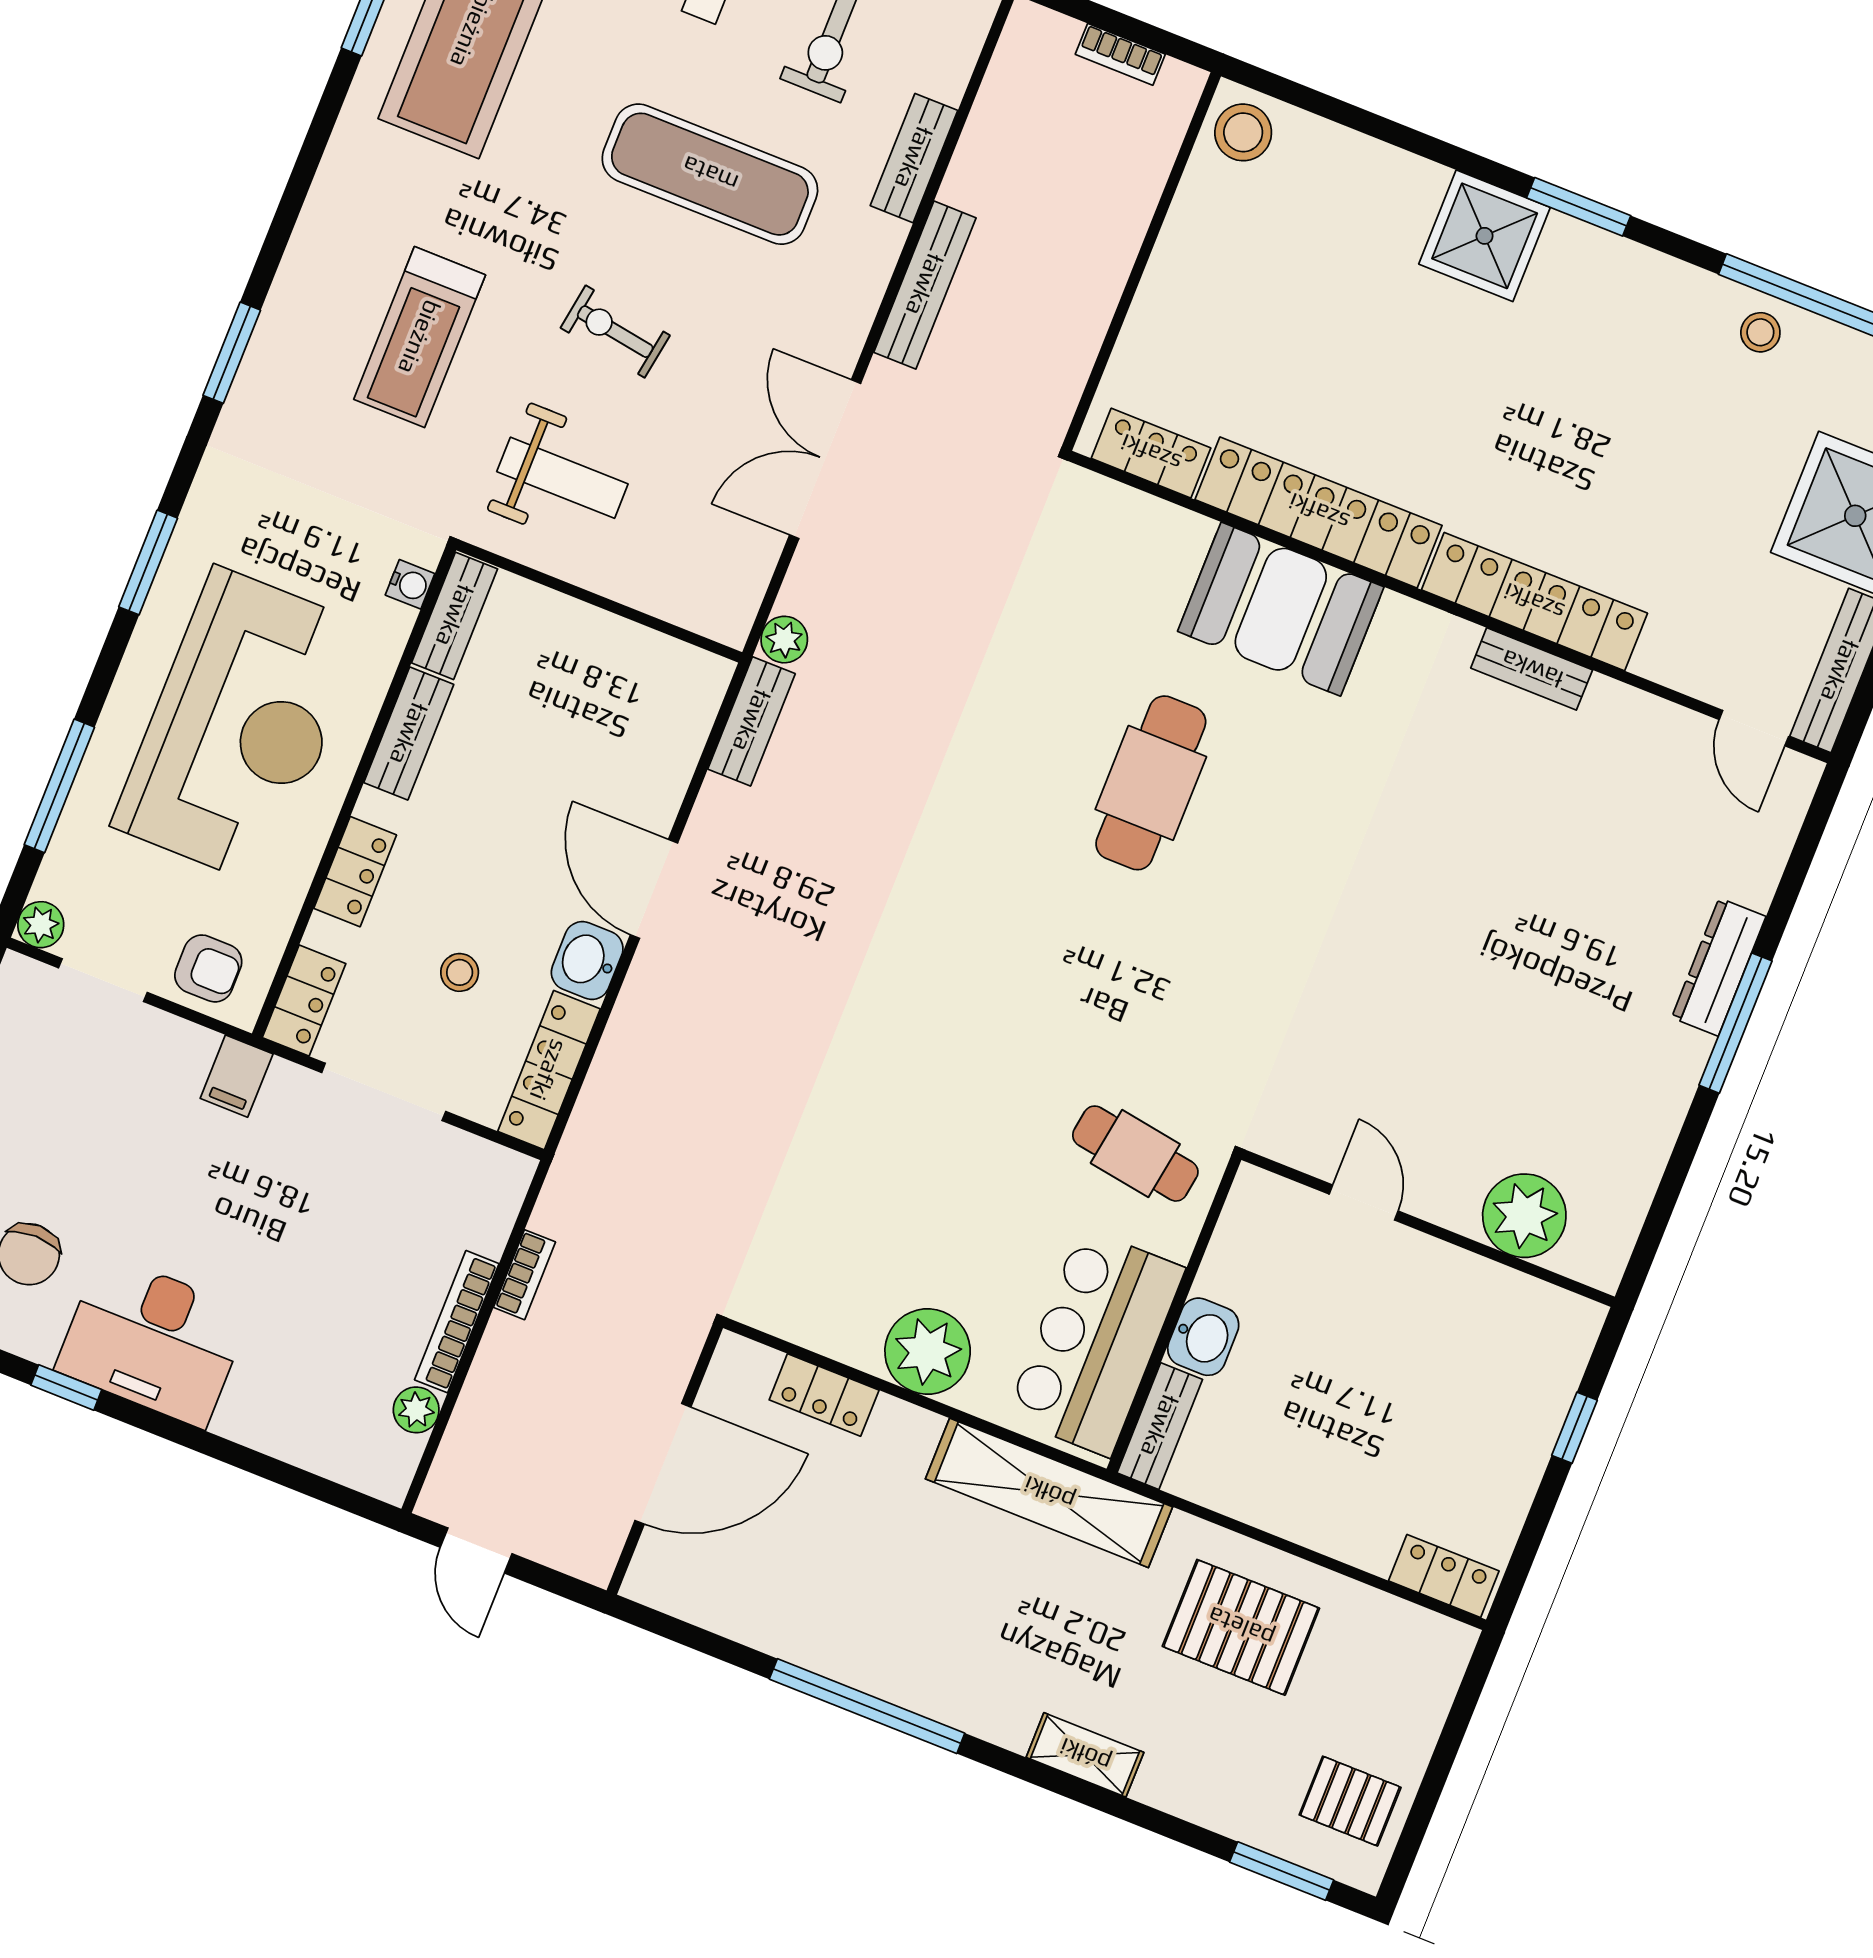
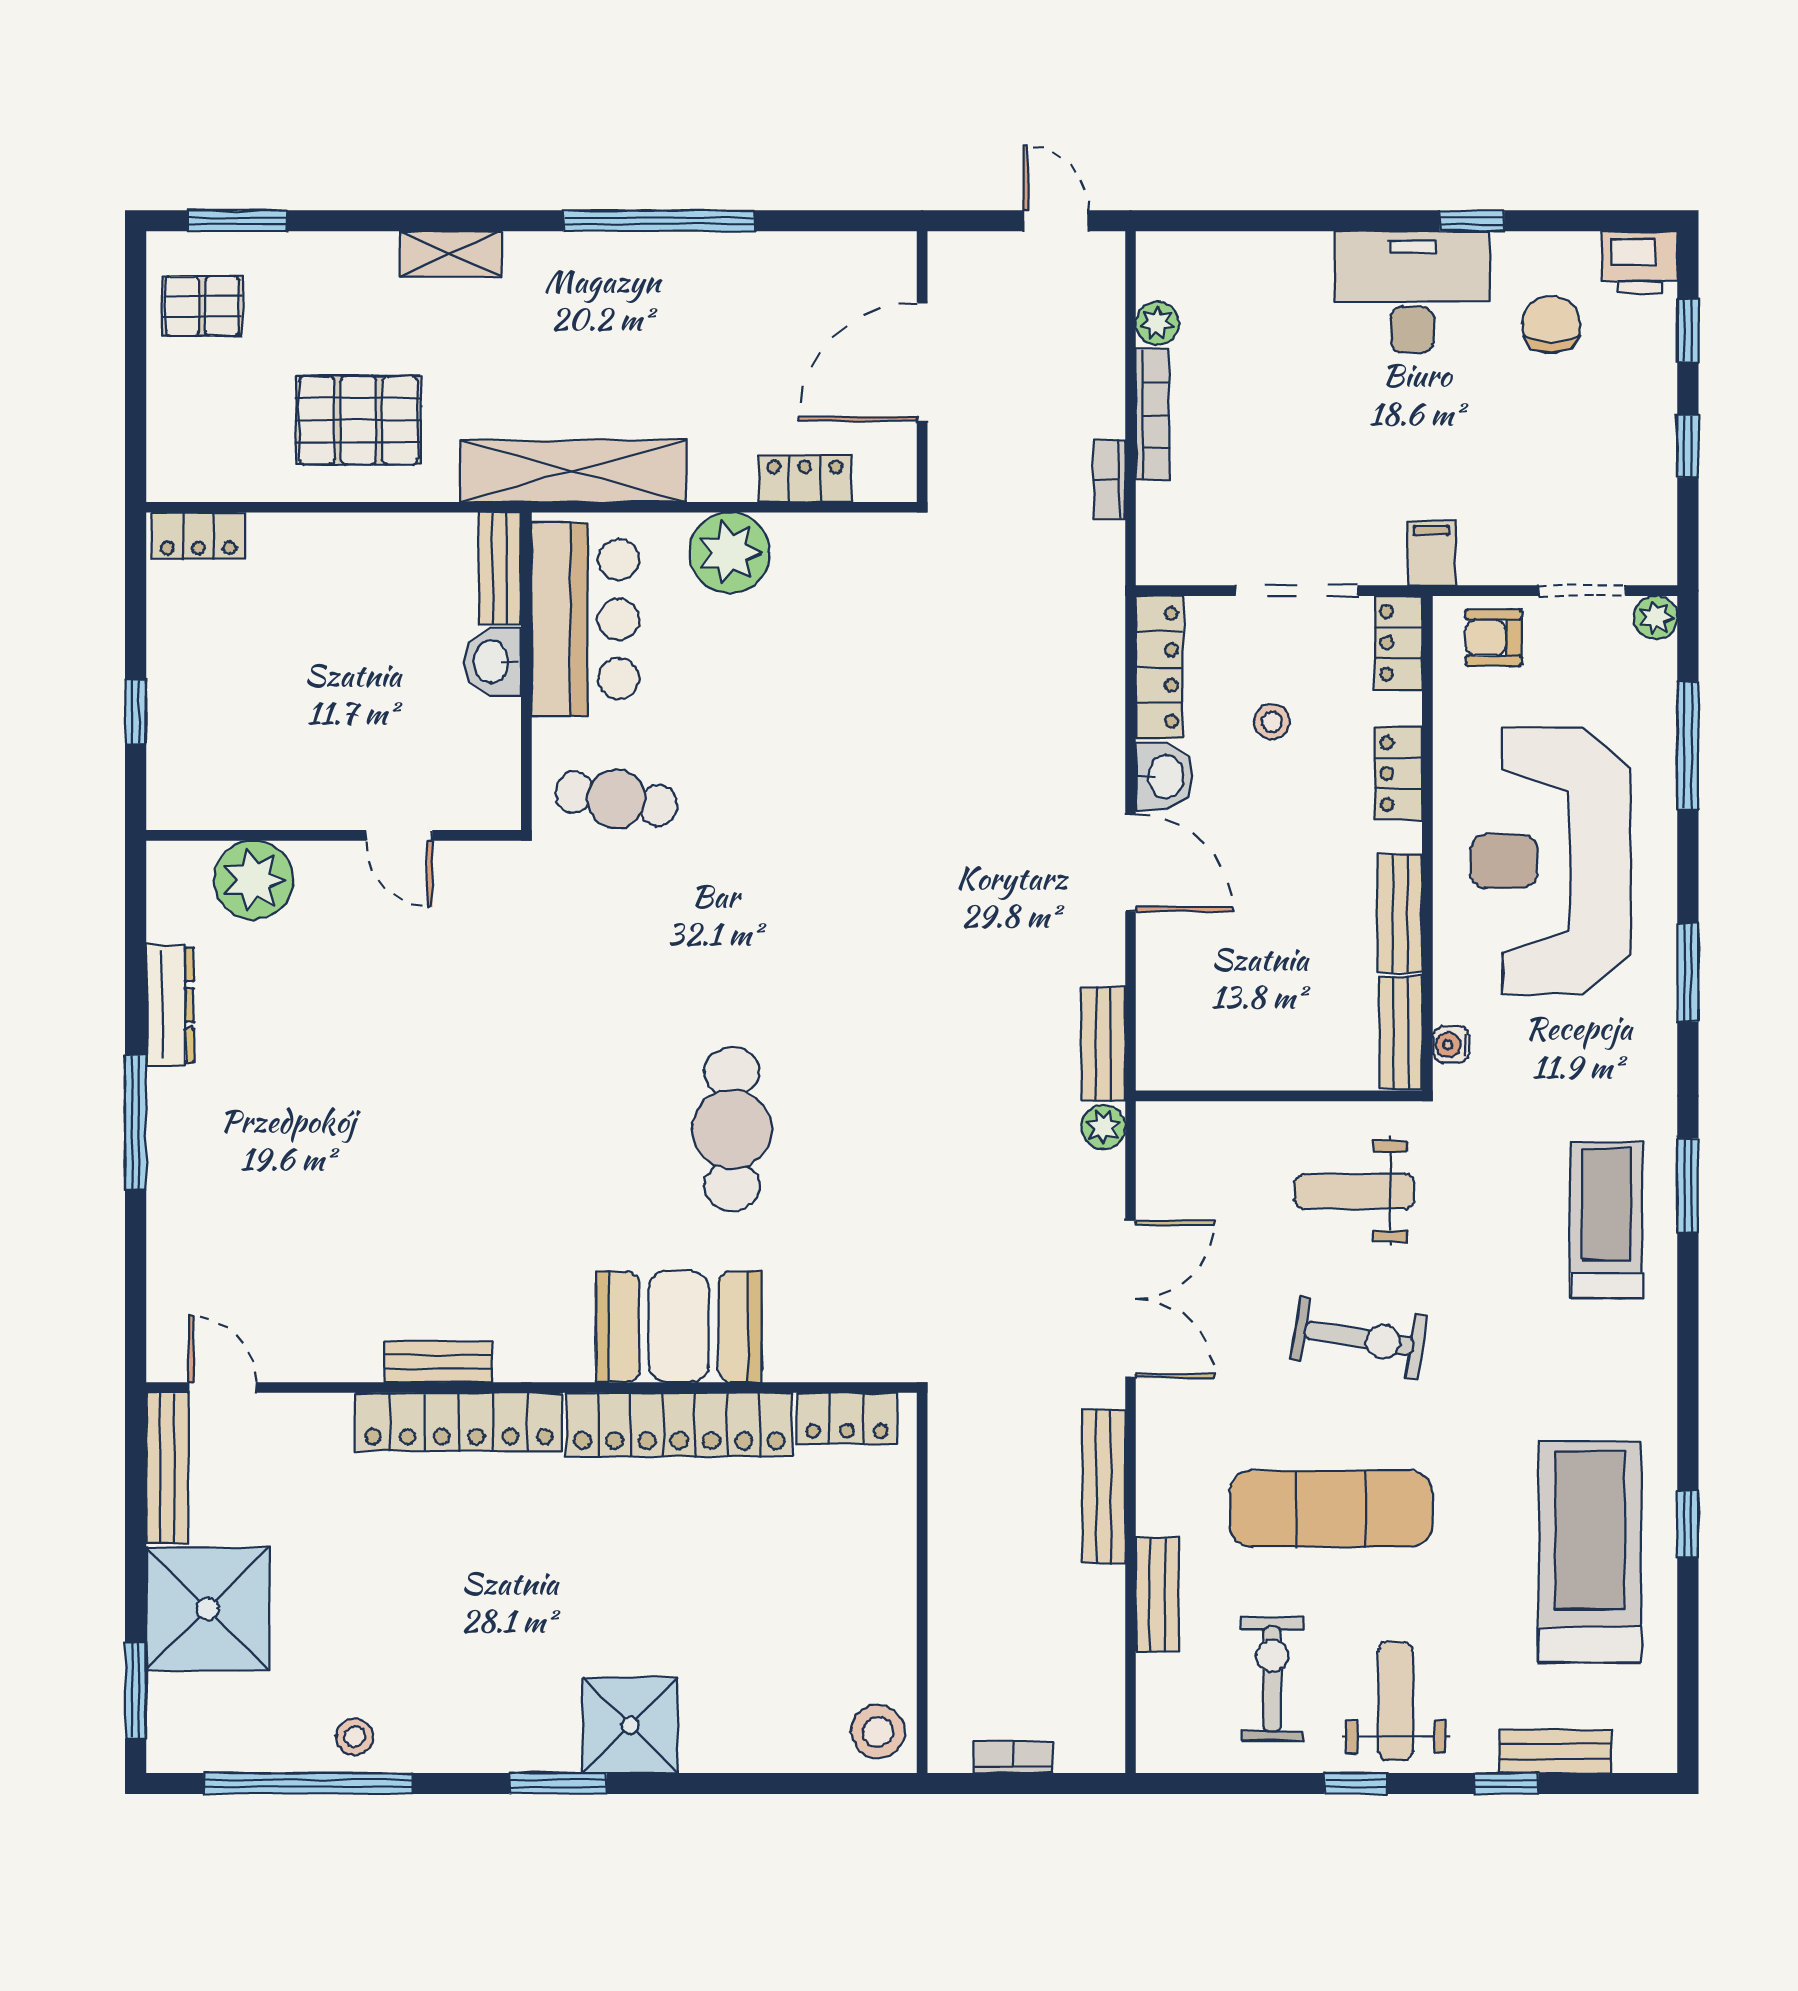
exercise bike: (615, 332) -> (1359, 1338), width x1.38, depth x1.39
treadmill: (420, 337) -> (1607, 1220), moved
dresser: (1719, 967) -> (170, 1005), moved

